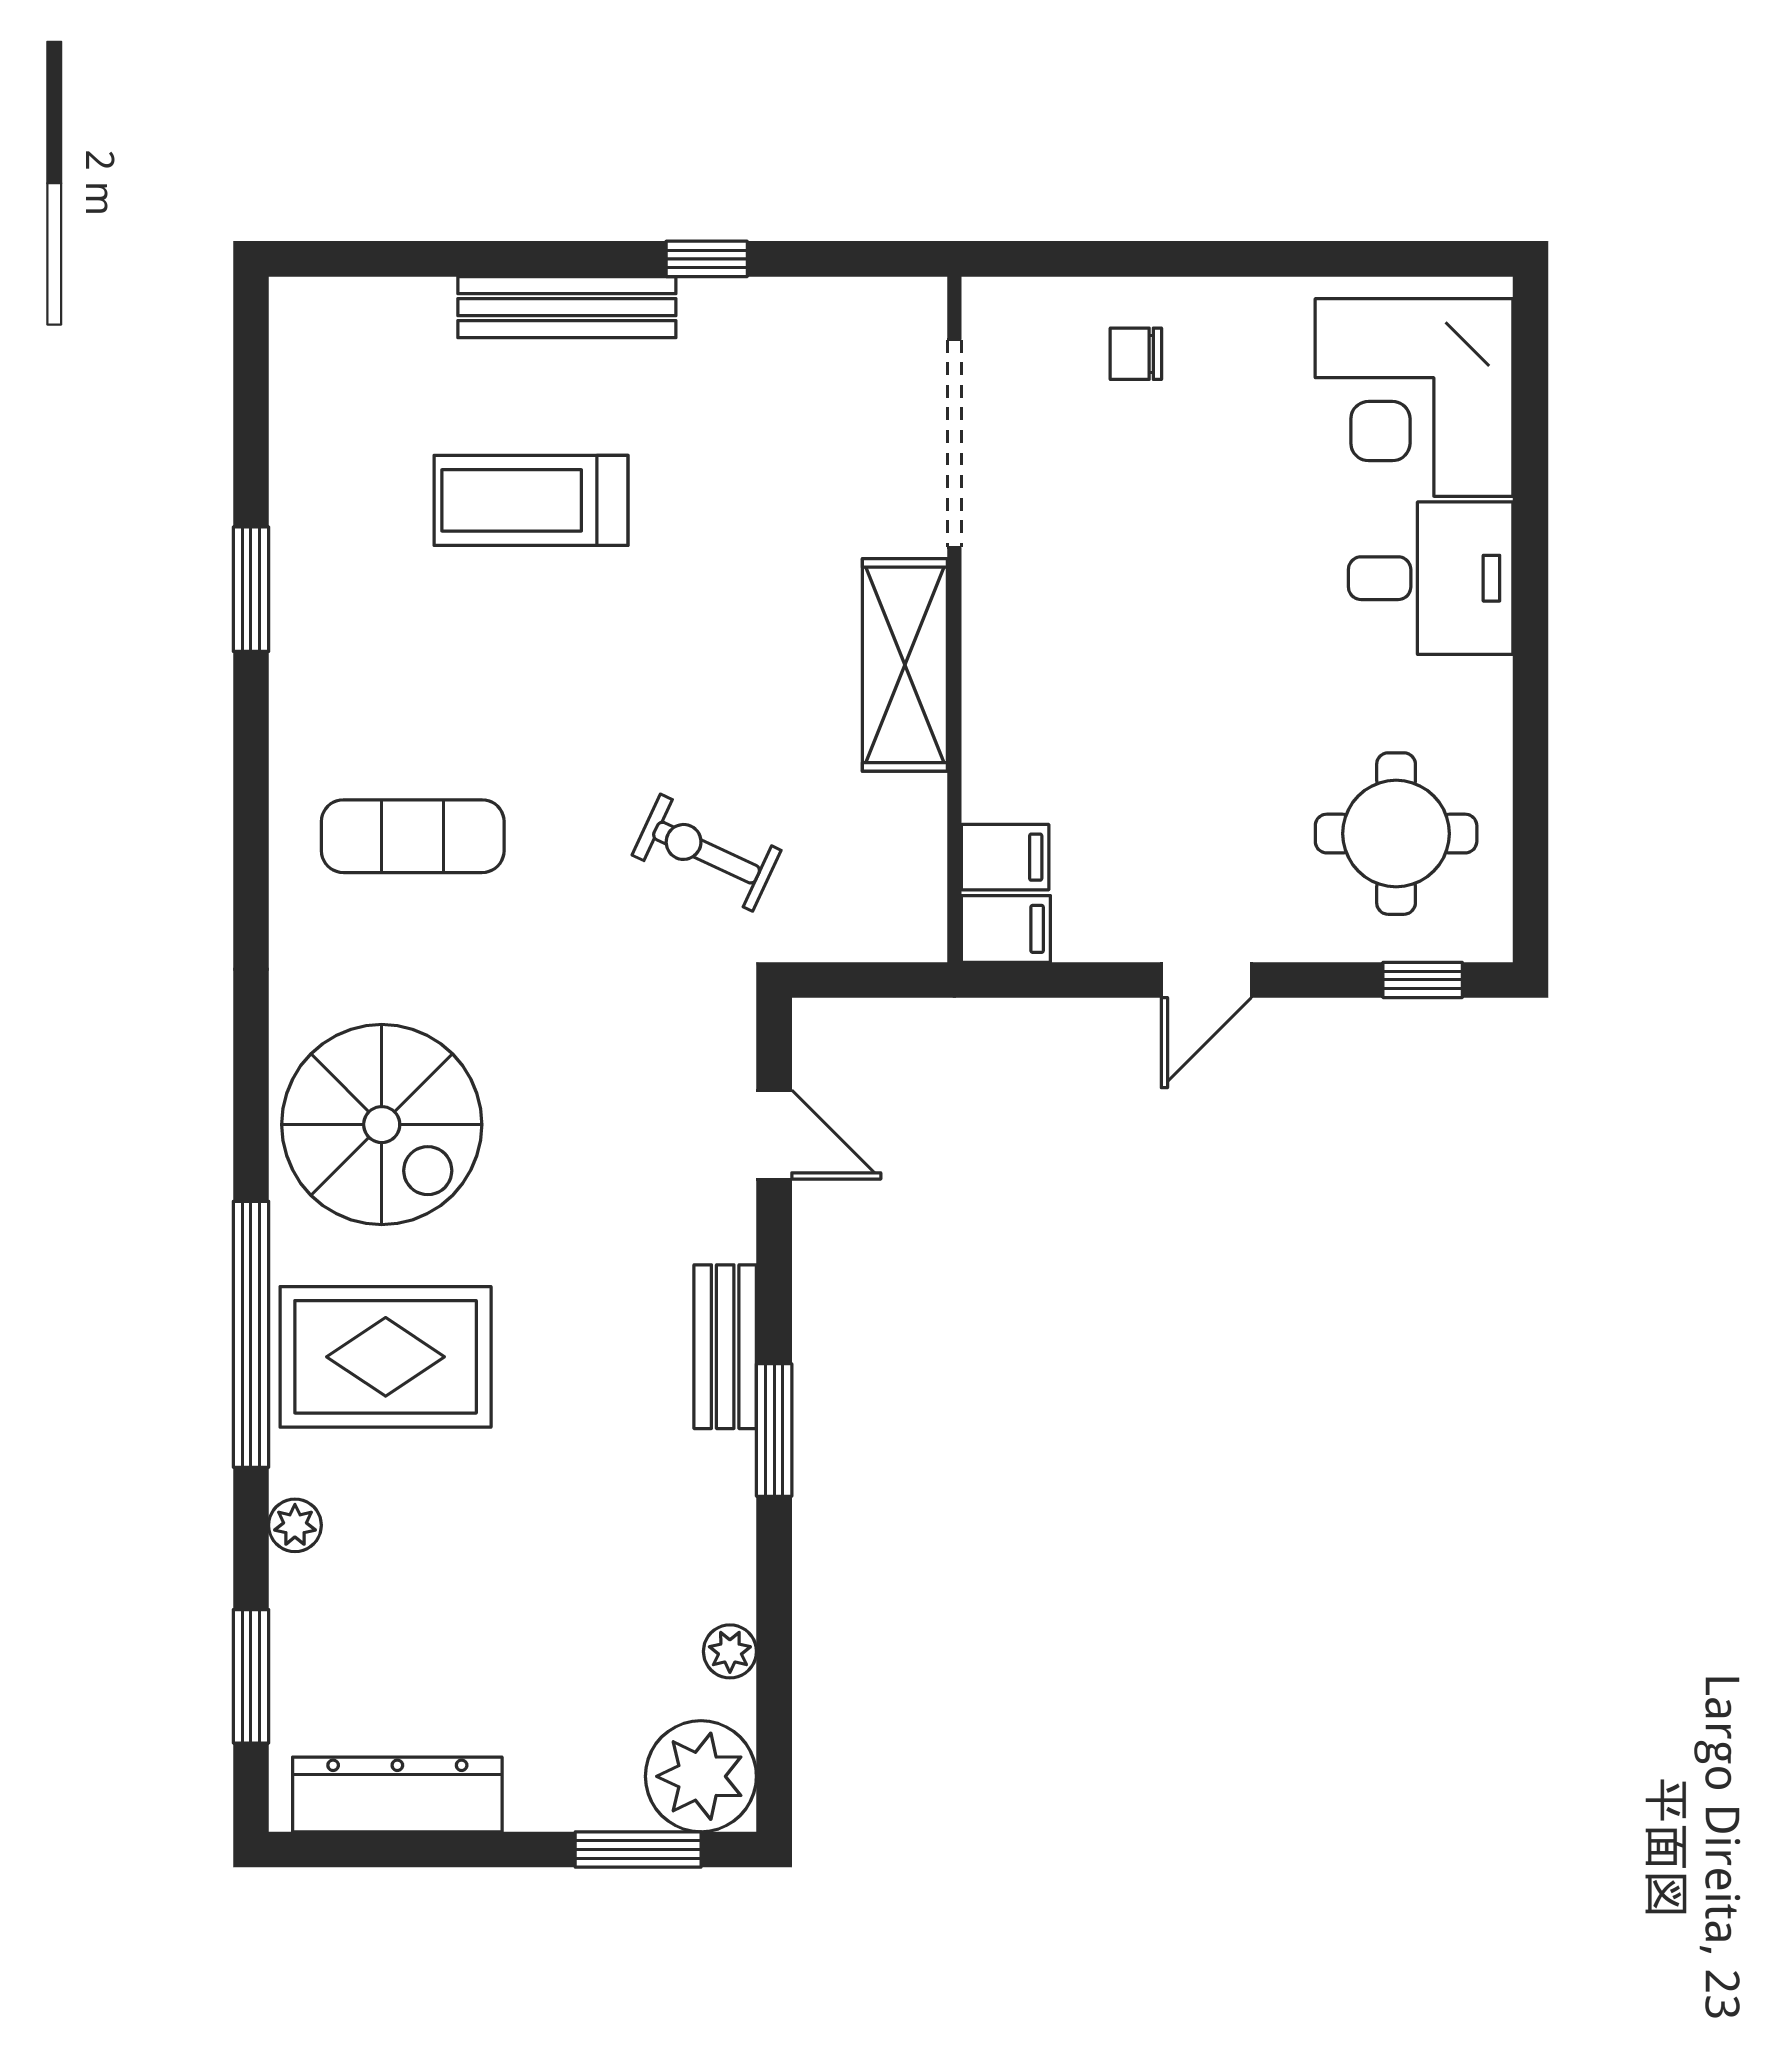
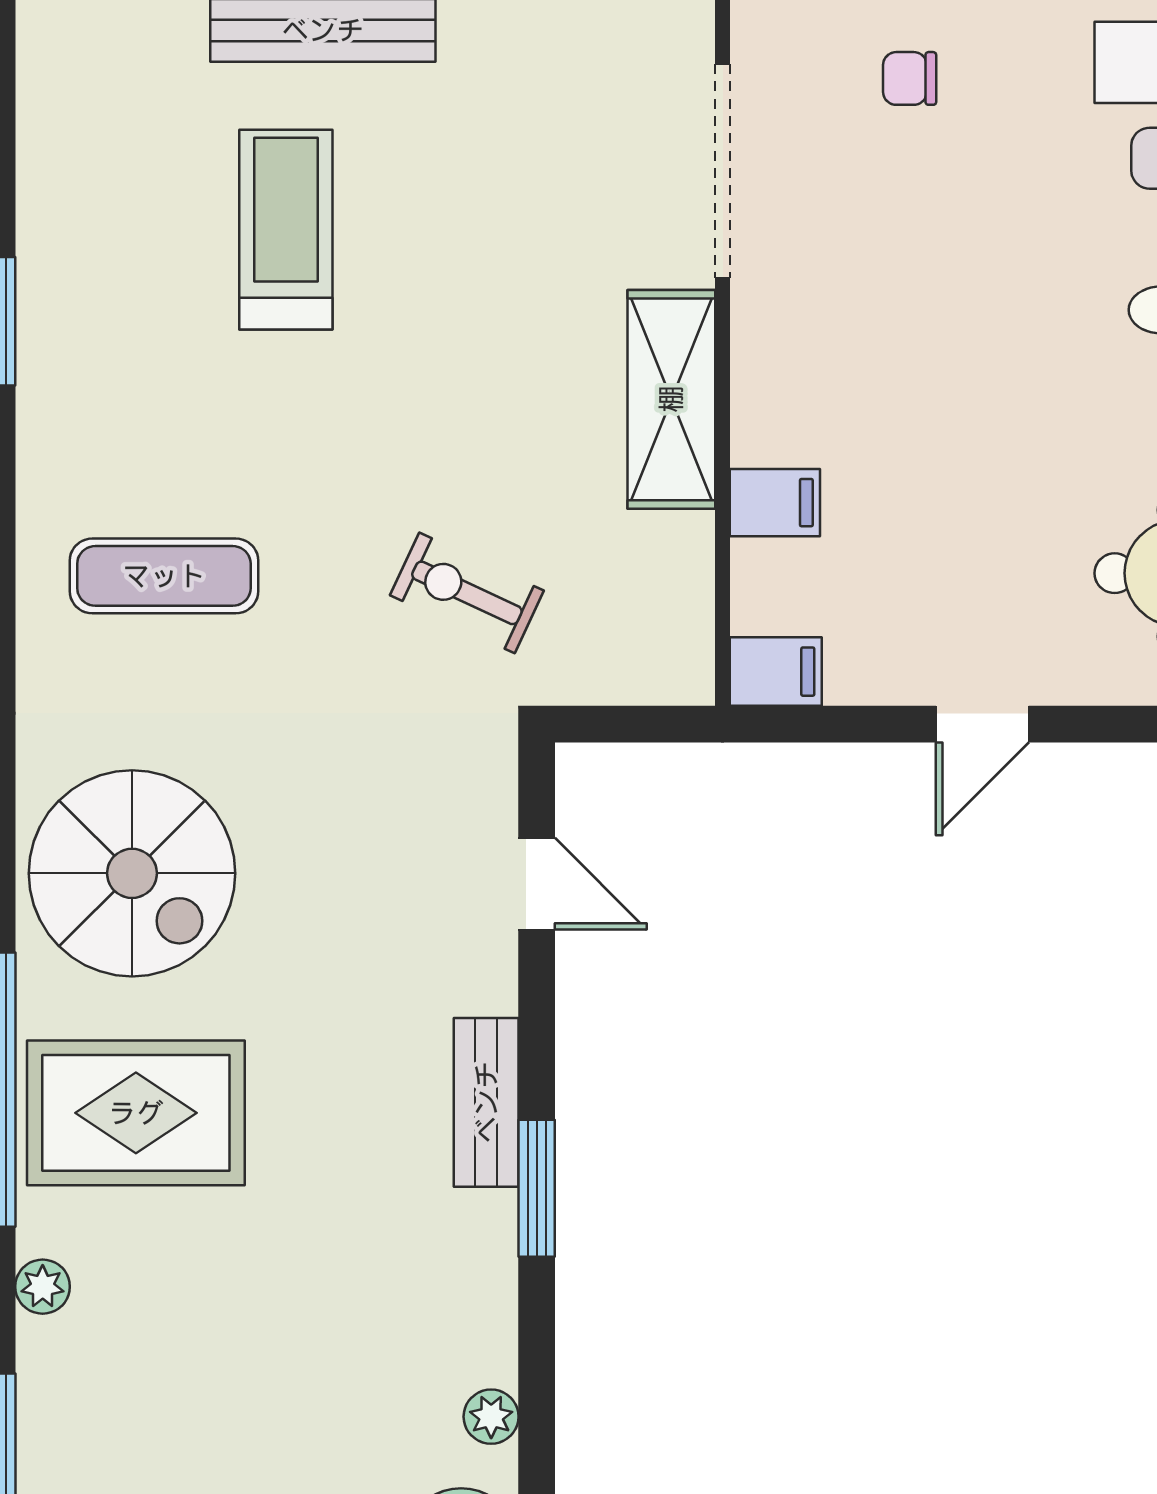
treadmill: (531, 500) -> (286, 230), turned 90
filing cabinet: (1005, 857) -> (775, 503), moved

